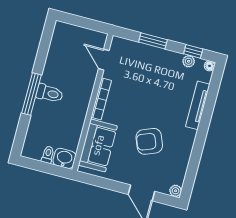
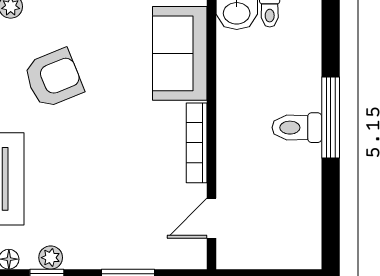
door: (104, 60) -> (212, 218), swing flipped
armchair: (149, 141) -> (53, 78), moved

